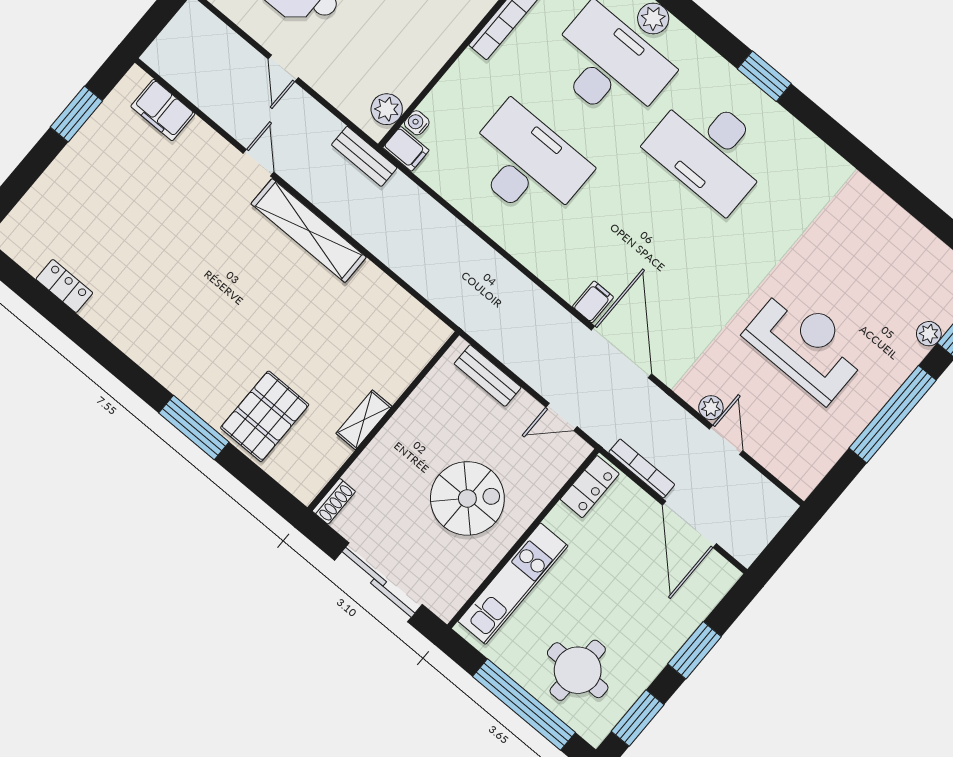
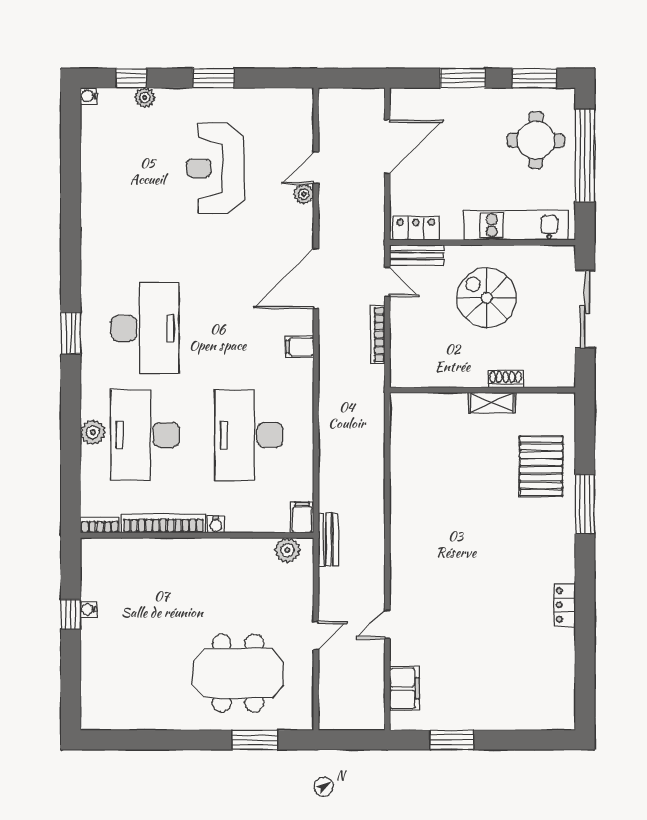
water cooler: (417, 123) -> (216, 524), moved
door: (258, 163) -> (387, 624), moved
shelving: (309, 231) -> (403, 535), removed
locker: (64, 286) -> (565, 605), moved
filing cabinet: (593, 302) -> (300, 347), moved
bench: (488, 376) -> (417, 255), moved, turned 90
window: (893, 414) -> (213, 78), width x0.47
pallet: (265, 416) -> (541, 466), turned 90
bookcase: (642, 469) -> (378, 334), moved
shoe rack: (334, 501) -> (506, 379), moved

